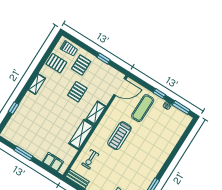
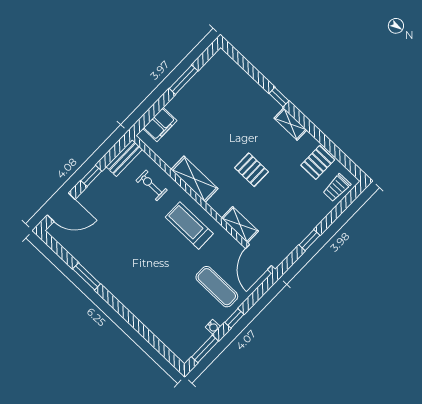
pallet: (81, 65) -> (306, 202), removed
pallet: (77, 92) -> (251, 170), moved
window: (13, 108) -> (279, 97), moved
shelving: (96, 113) -> (240, 225), moved
treadmill: (119, 136) -> (189, 225), moved

